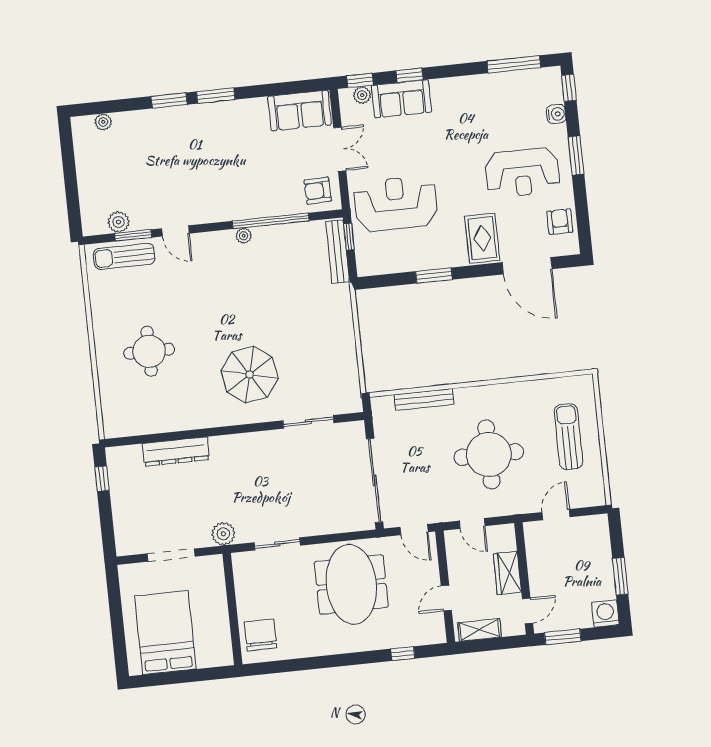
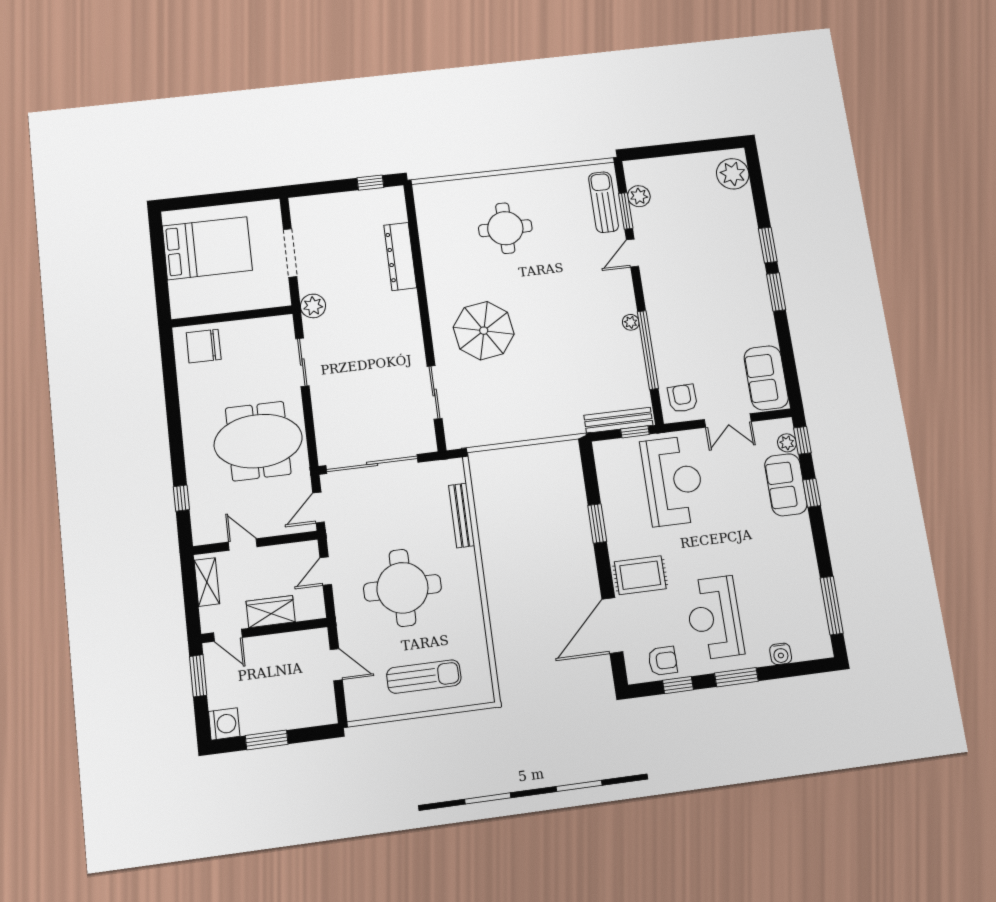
window: (569, 88) -> (678, 685), moved
plant: (103, 122) -> (733, 174), width x1.88, depth x1.88
chair: (261, 635) -> (204, 346), turned 180

